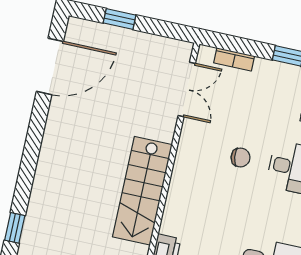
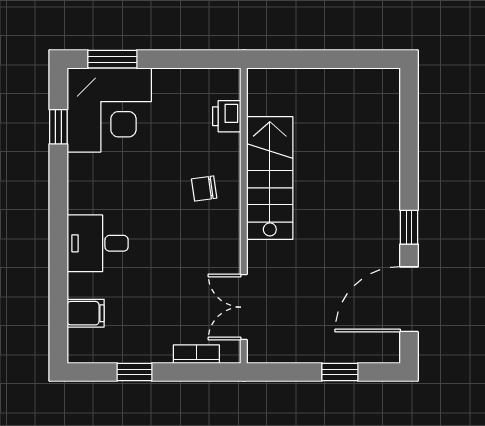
chair: (241, 157) -> (204, 189), moved
window: (15, 228) -> (409, 227), moved

